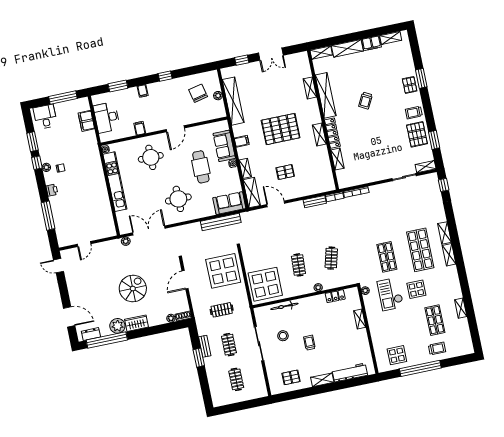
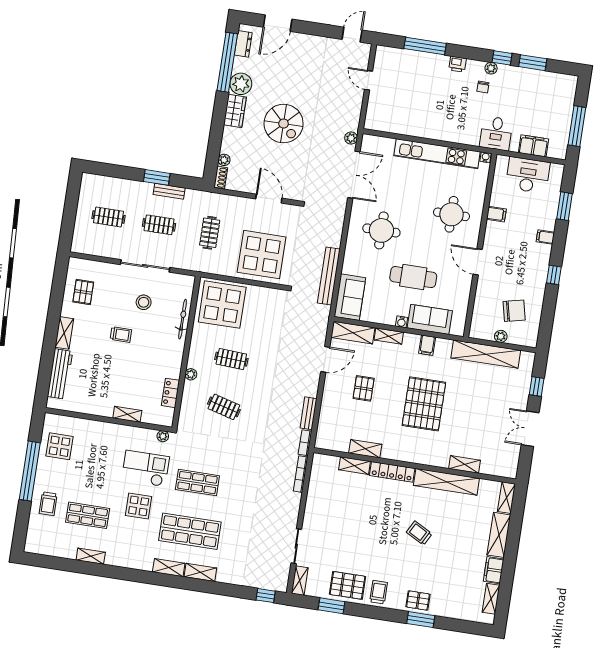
desk: (45, 117) -> (496, 133), moved, turned 90
shelving: (319, 135) -> (365, 449), moved

